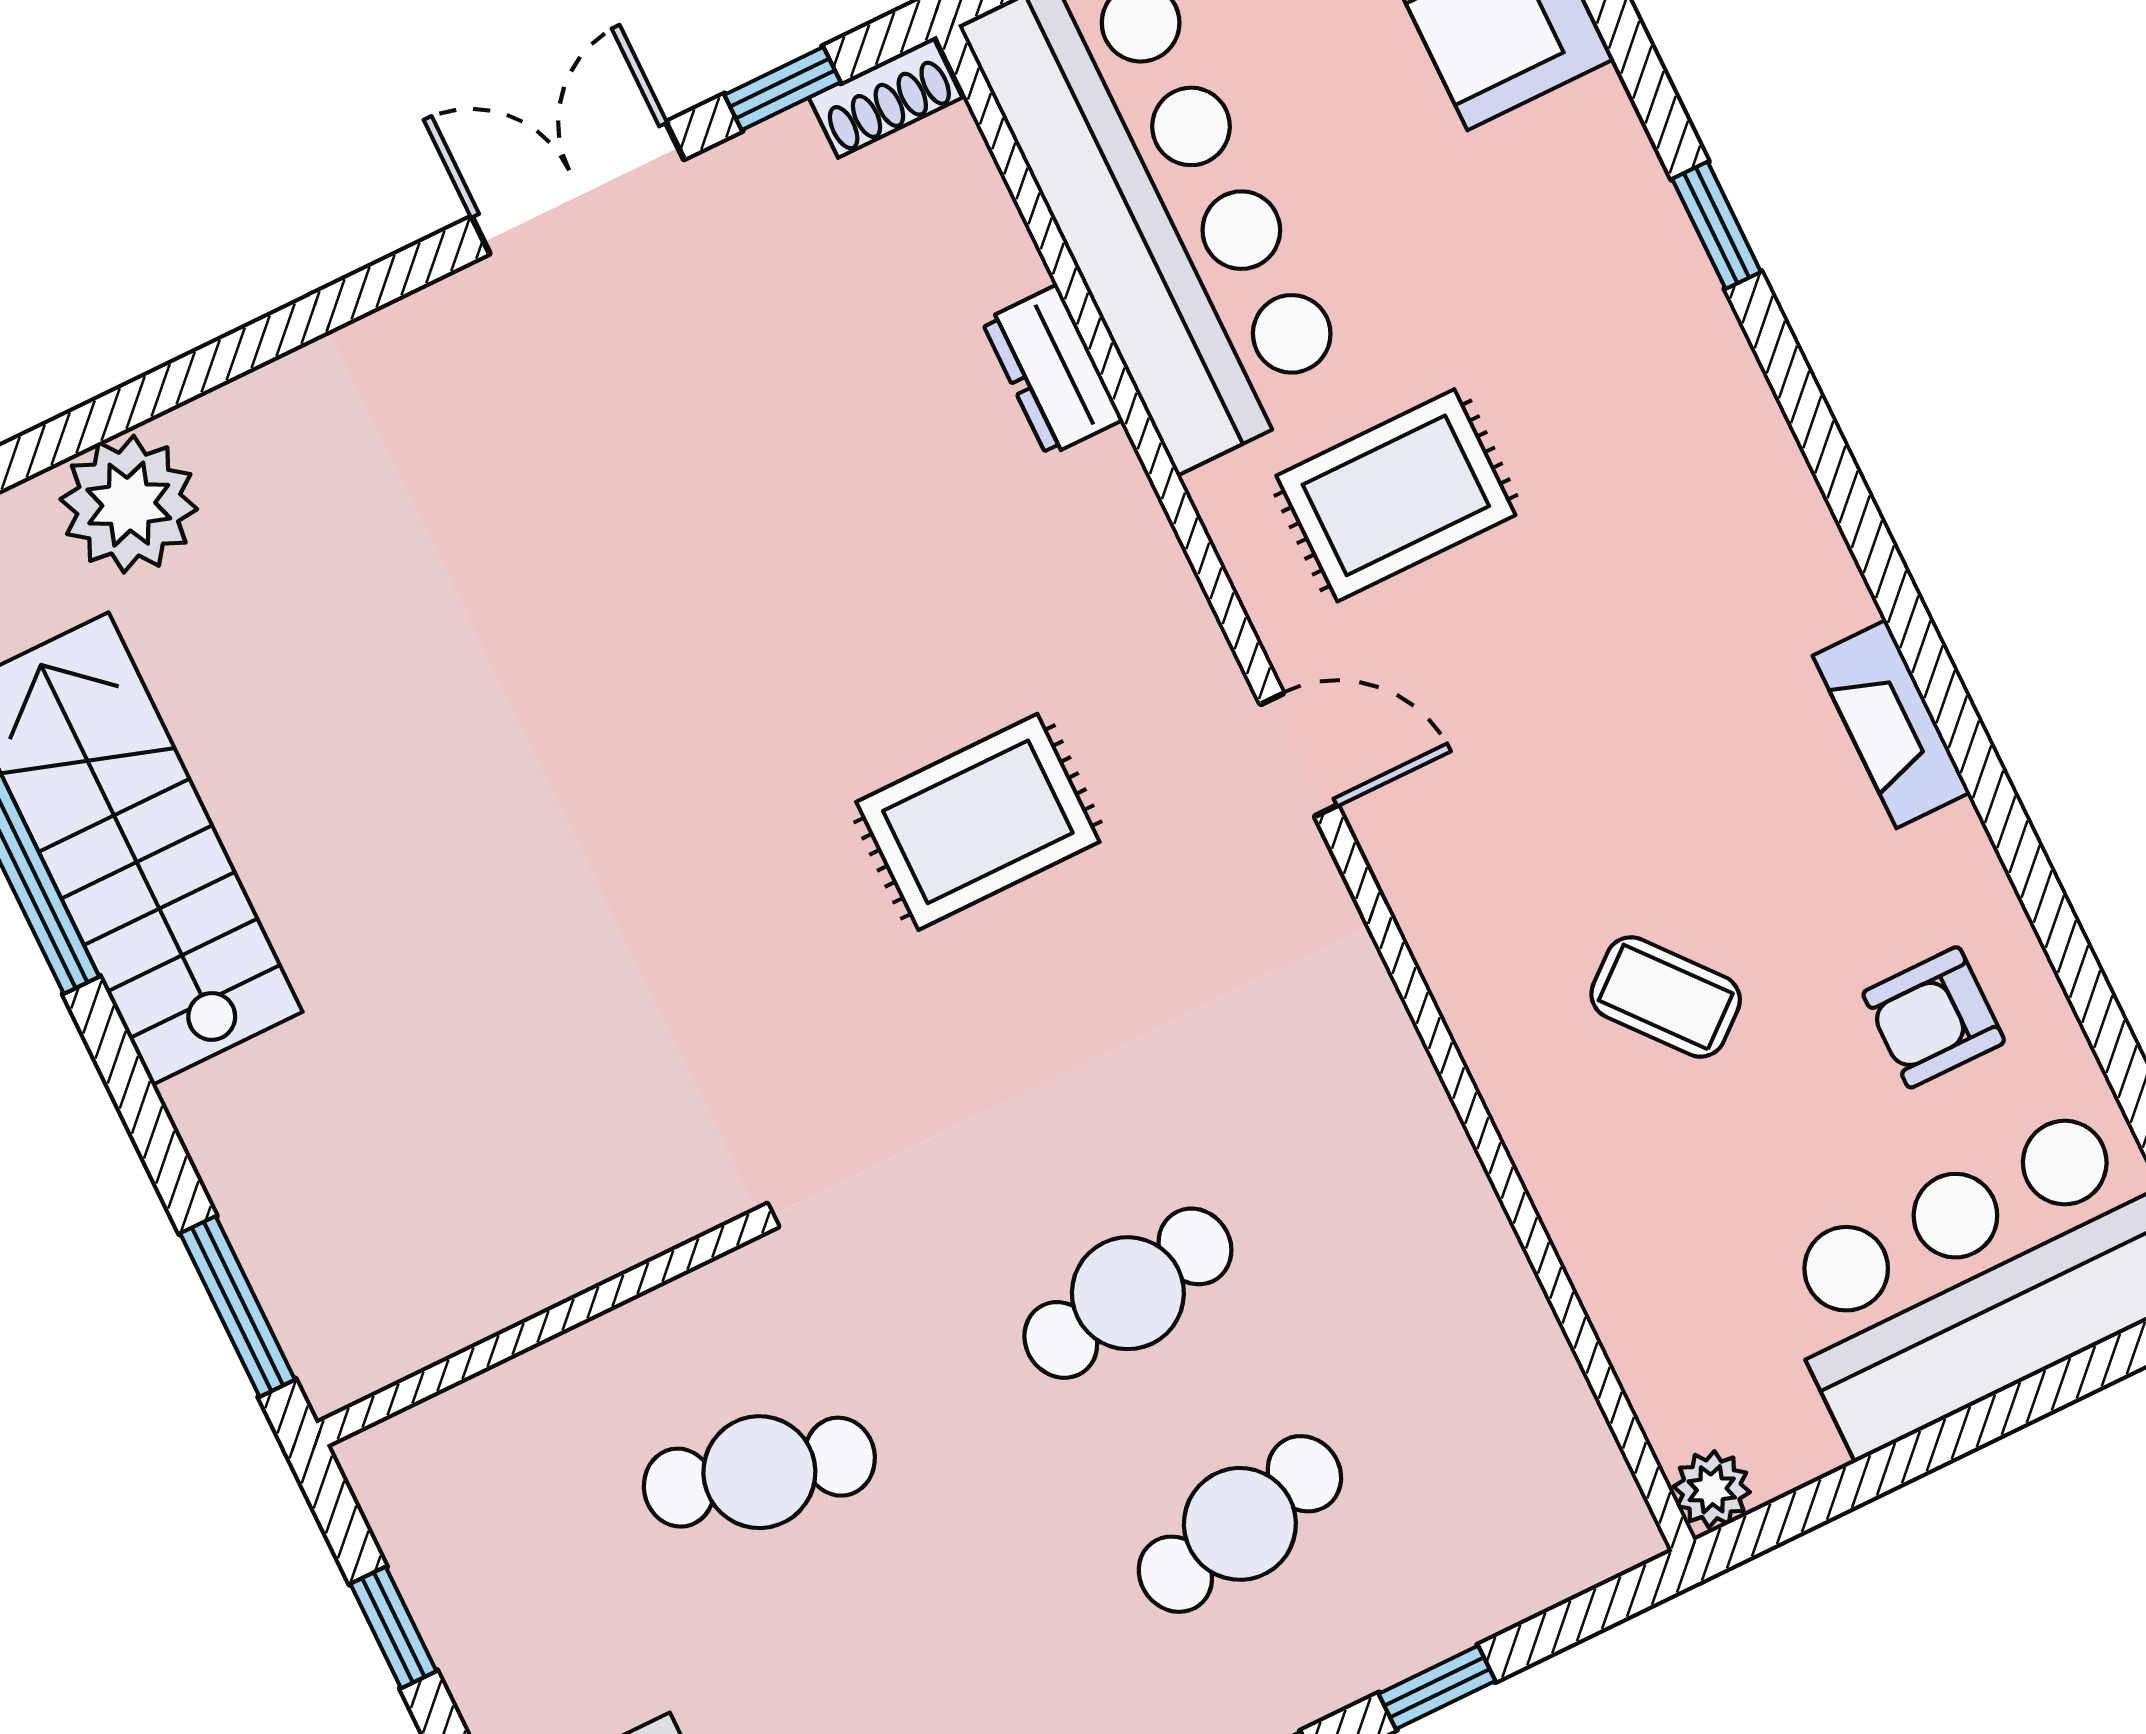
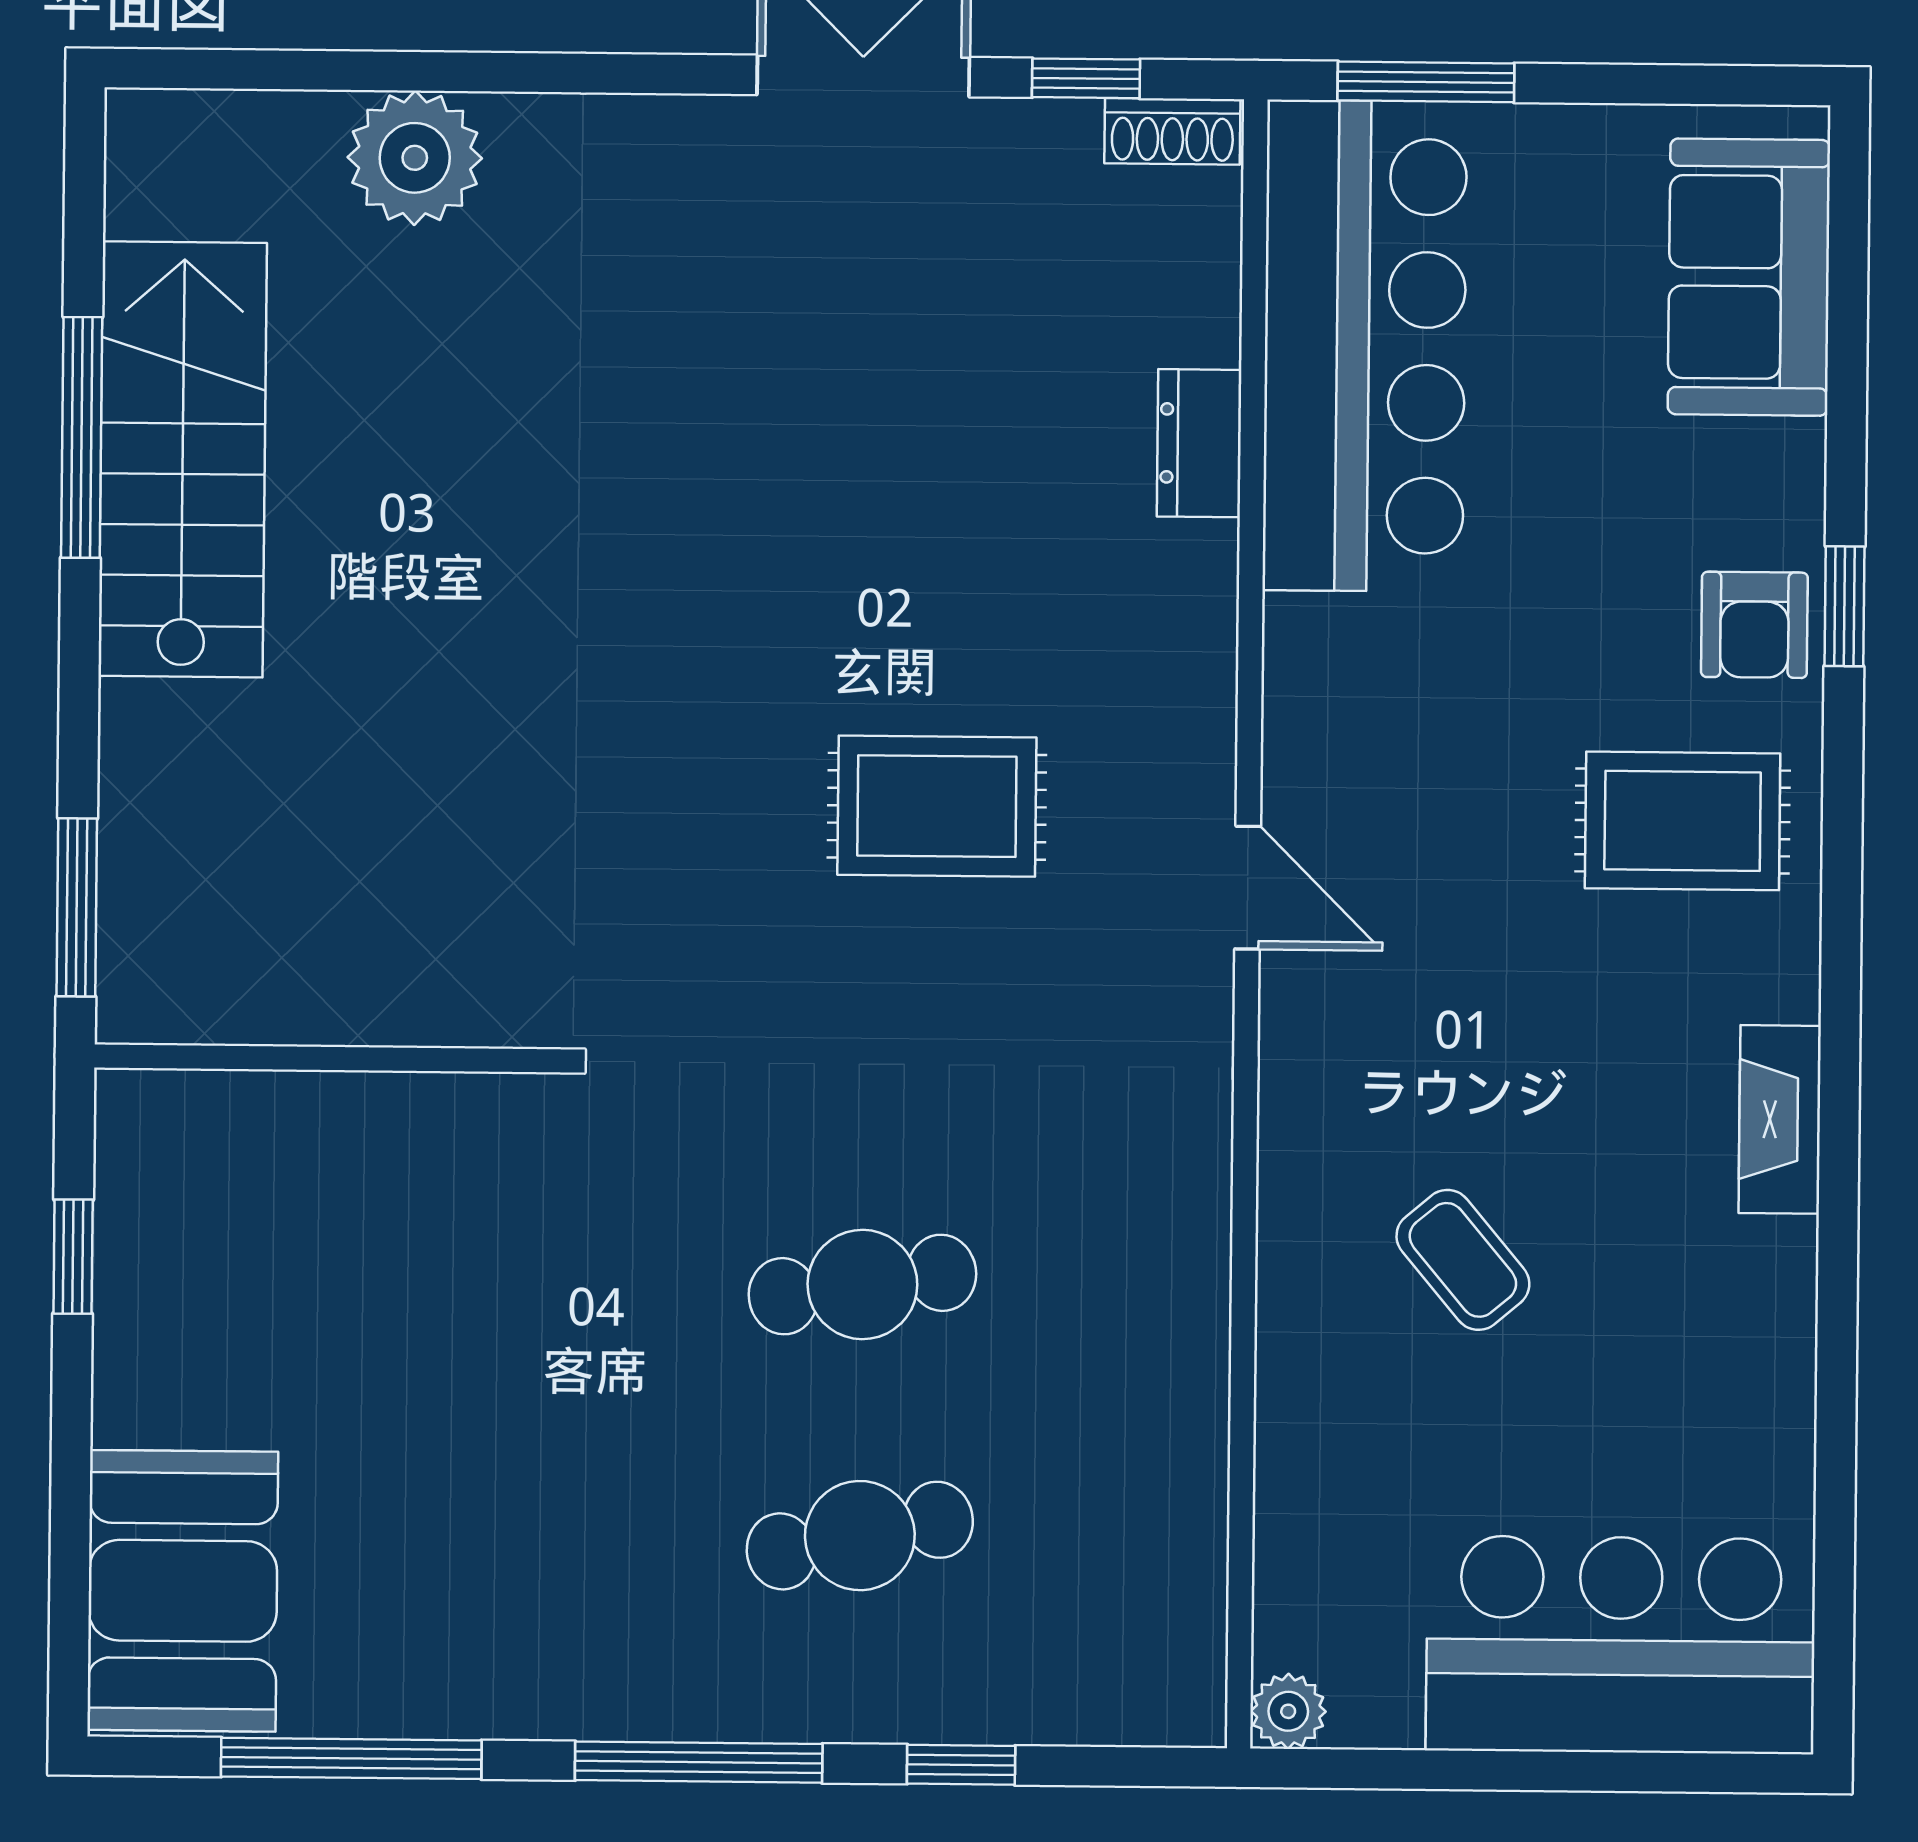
rug: (1396, 495) -> (1683, 821), moved
plant: (129, 504) -> (415, 158), moved
armchair: (1934, 1017) -> (1754, 625), moved, turned -90
cafe table: (759, 1472) -> (462, 1280), removed

